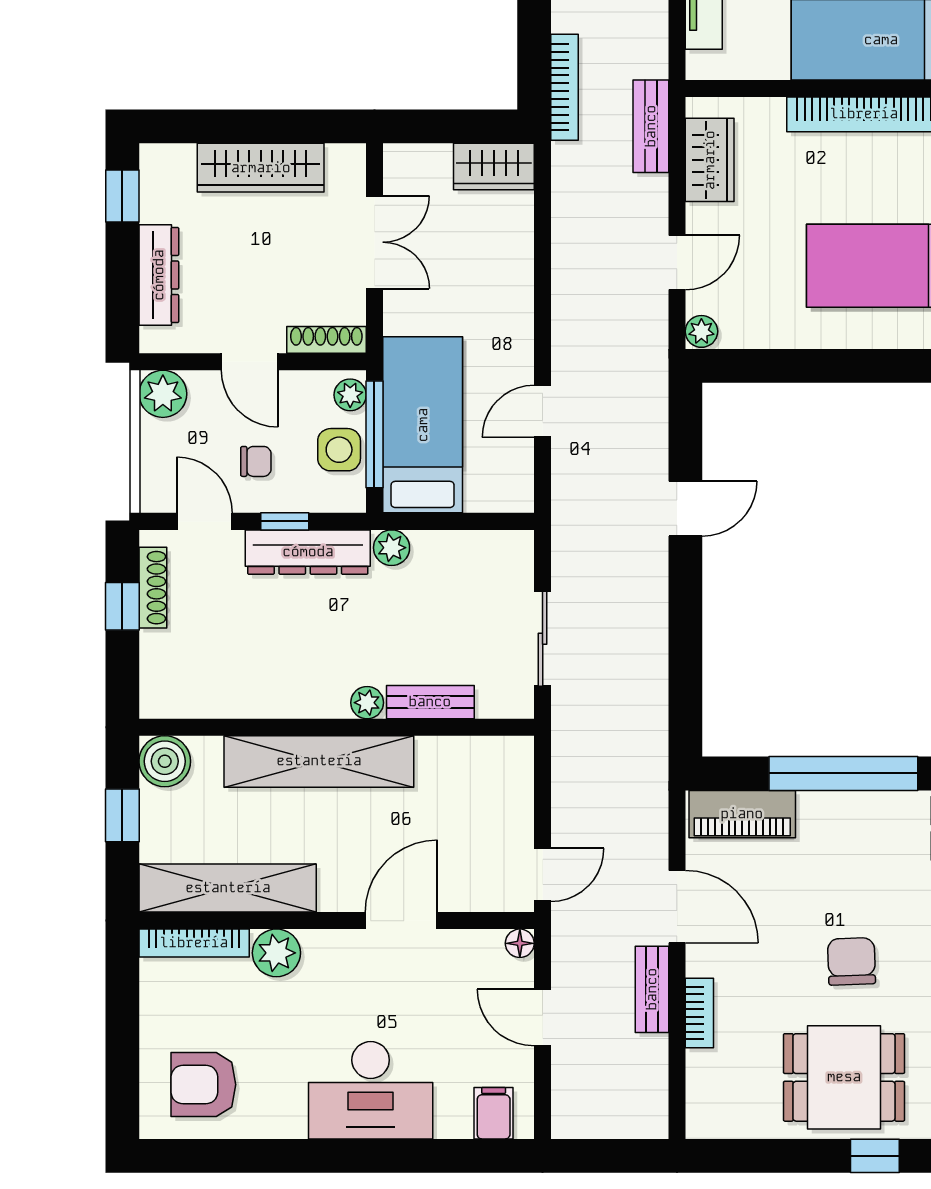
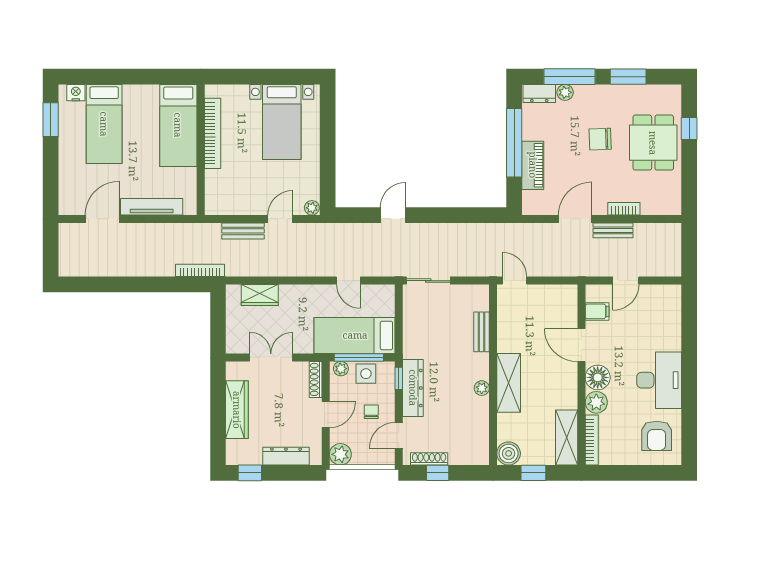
bench: (651, 126) -> (243, 231), moved
wardrobe: (710, 160) -> (233, 204), removed
wardrobe: (494, 167) -> (260, 295), moved, turned 90
door: (677, 263) -> (280, 219), hinge flipped
door: (685, 509) -> (393, 215), hinge flipped
window: (285, 521) -> (399, 378), moved
plant: (392, 548) -> (411, 350), removed
sliding door: (543, 639) -> (428, 281), moved
plant: (367, 703) -> (482, 388), moved
shelving: (319, 761) -> (509, 383), width x0.68
piano: (742, 814) -> (533, 165), moved
door: (543, 875) -> (515, 281), moved
shelving: (228, 888) -> (567, 438), width x0.68
floor lamp: (520, 943) -> (598, 377), moved, width x1.89, depth x1.89
desk: (371, 1090) -> (659, 380), moved
filing cabinet: (494, 1113) -> (597, 311), moved, turned 180

